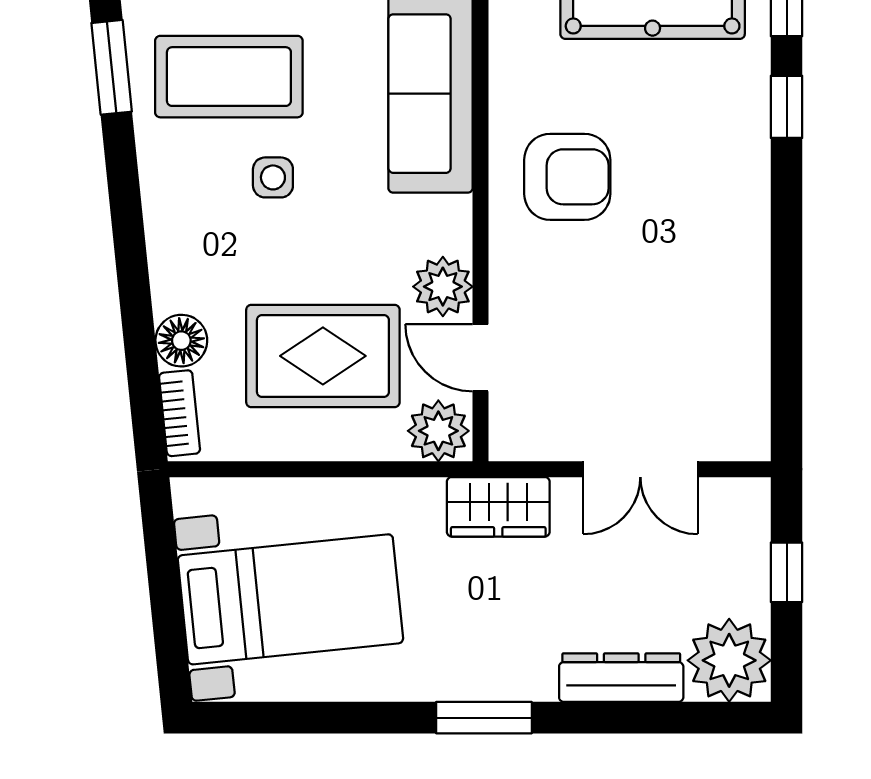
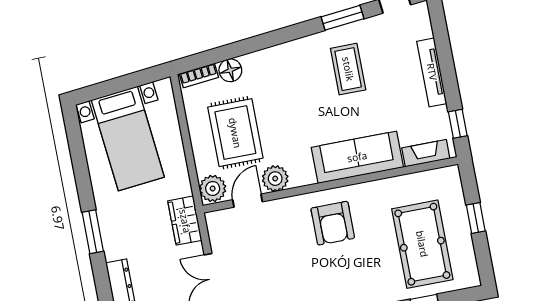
coffee table: (229, 77) -> (348, 69), width x0.73, depth x0.76
side table: (273, 177) -> (308, 96), removed

